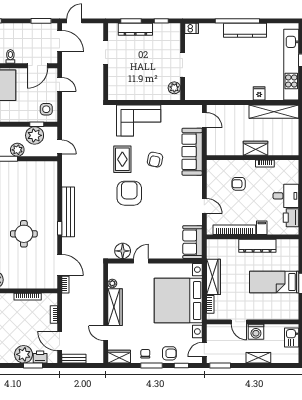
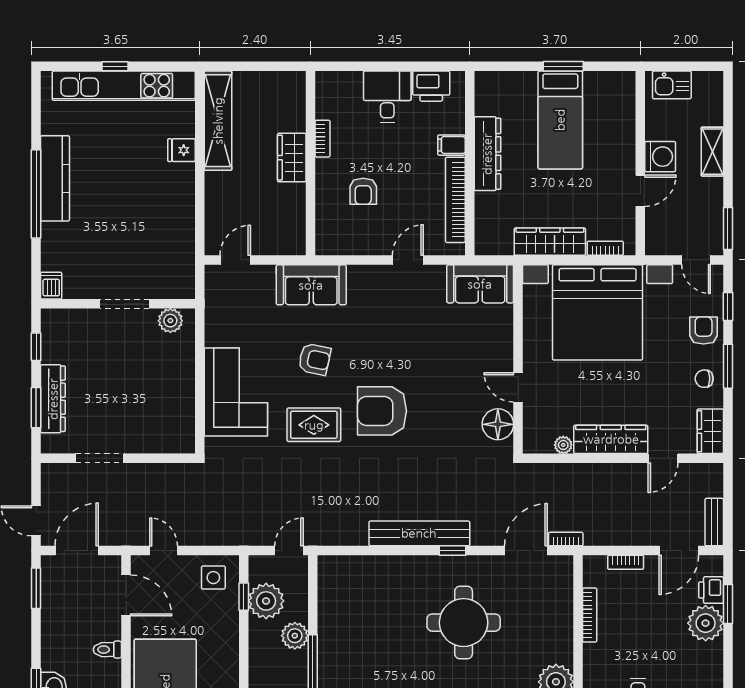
door: (60, 84) -> (164, 551), hinge flipped
sofa: (192, 152) -> (311, 285), width x0.73
round table: (24, 234) -> (464, 623), width x1.36, depth x1.36

